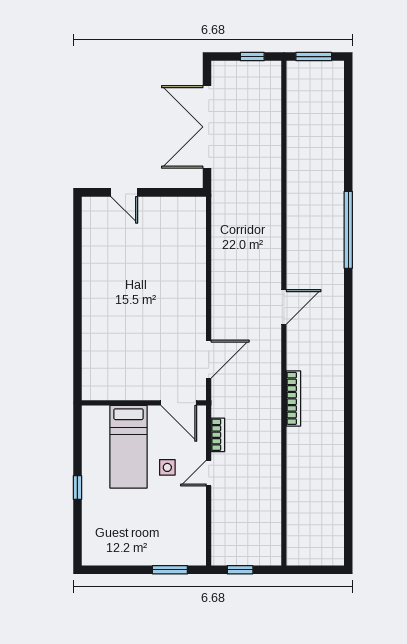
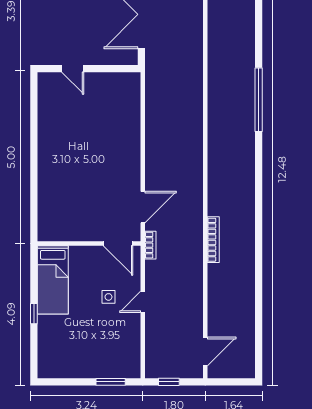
door: (284, 307) -> (205, 352), moved
bookcase: (218, 435) -> (150, 245), moved
bed: (128, 447) -> (53, 280), moved

